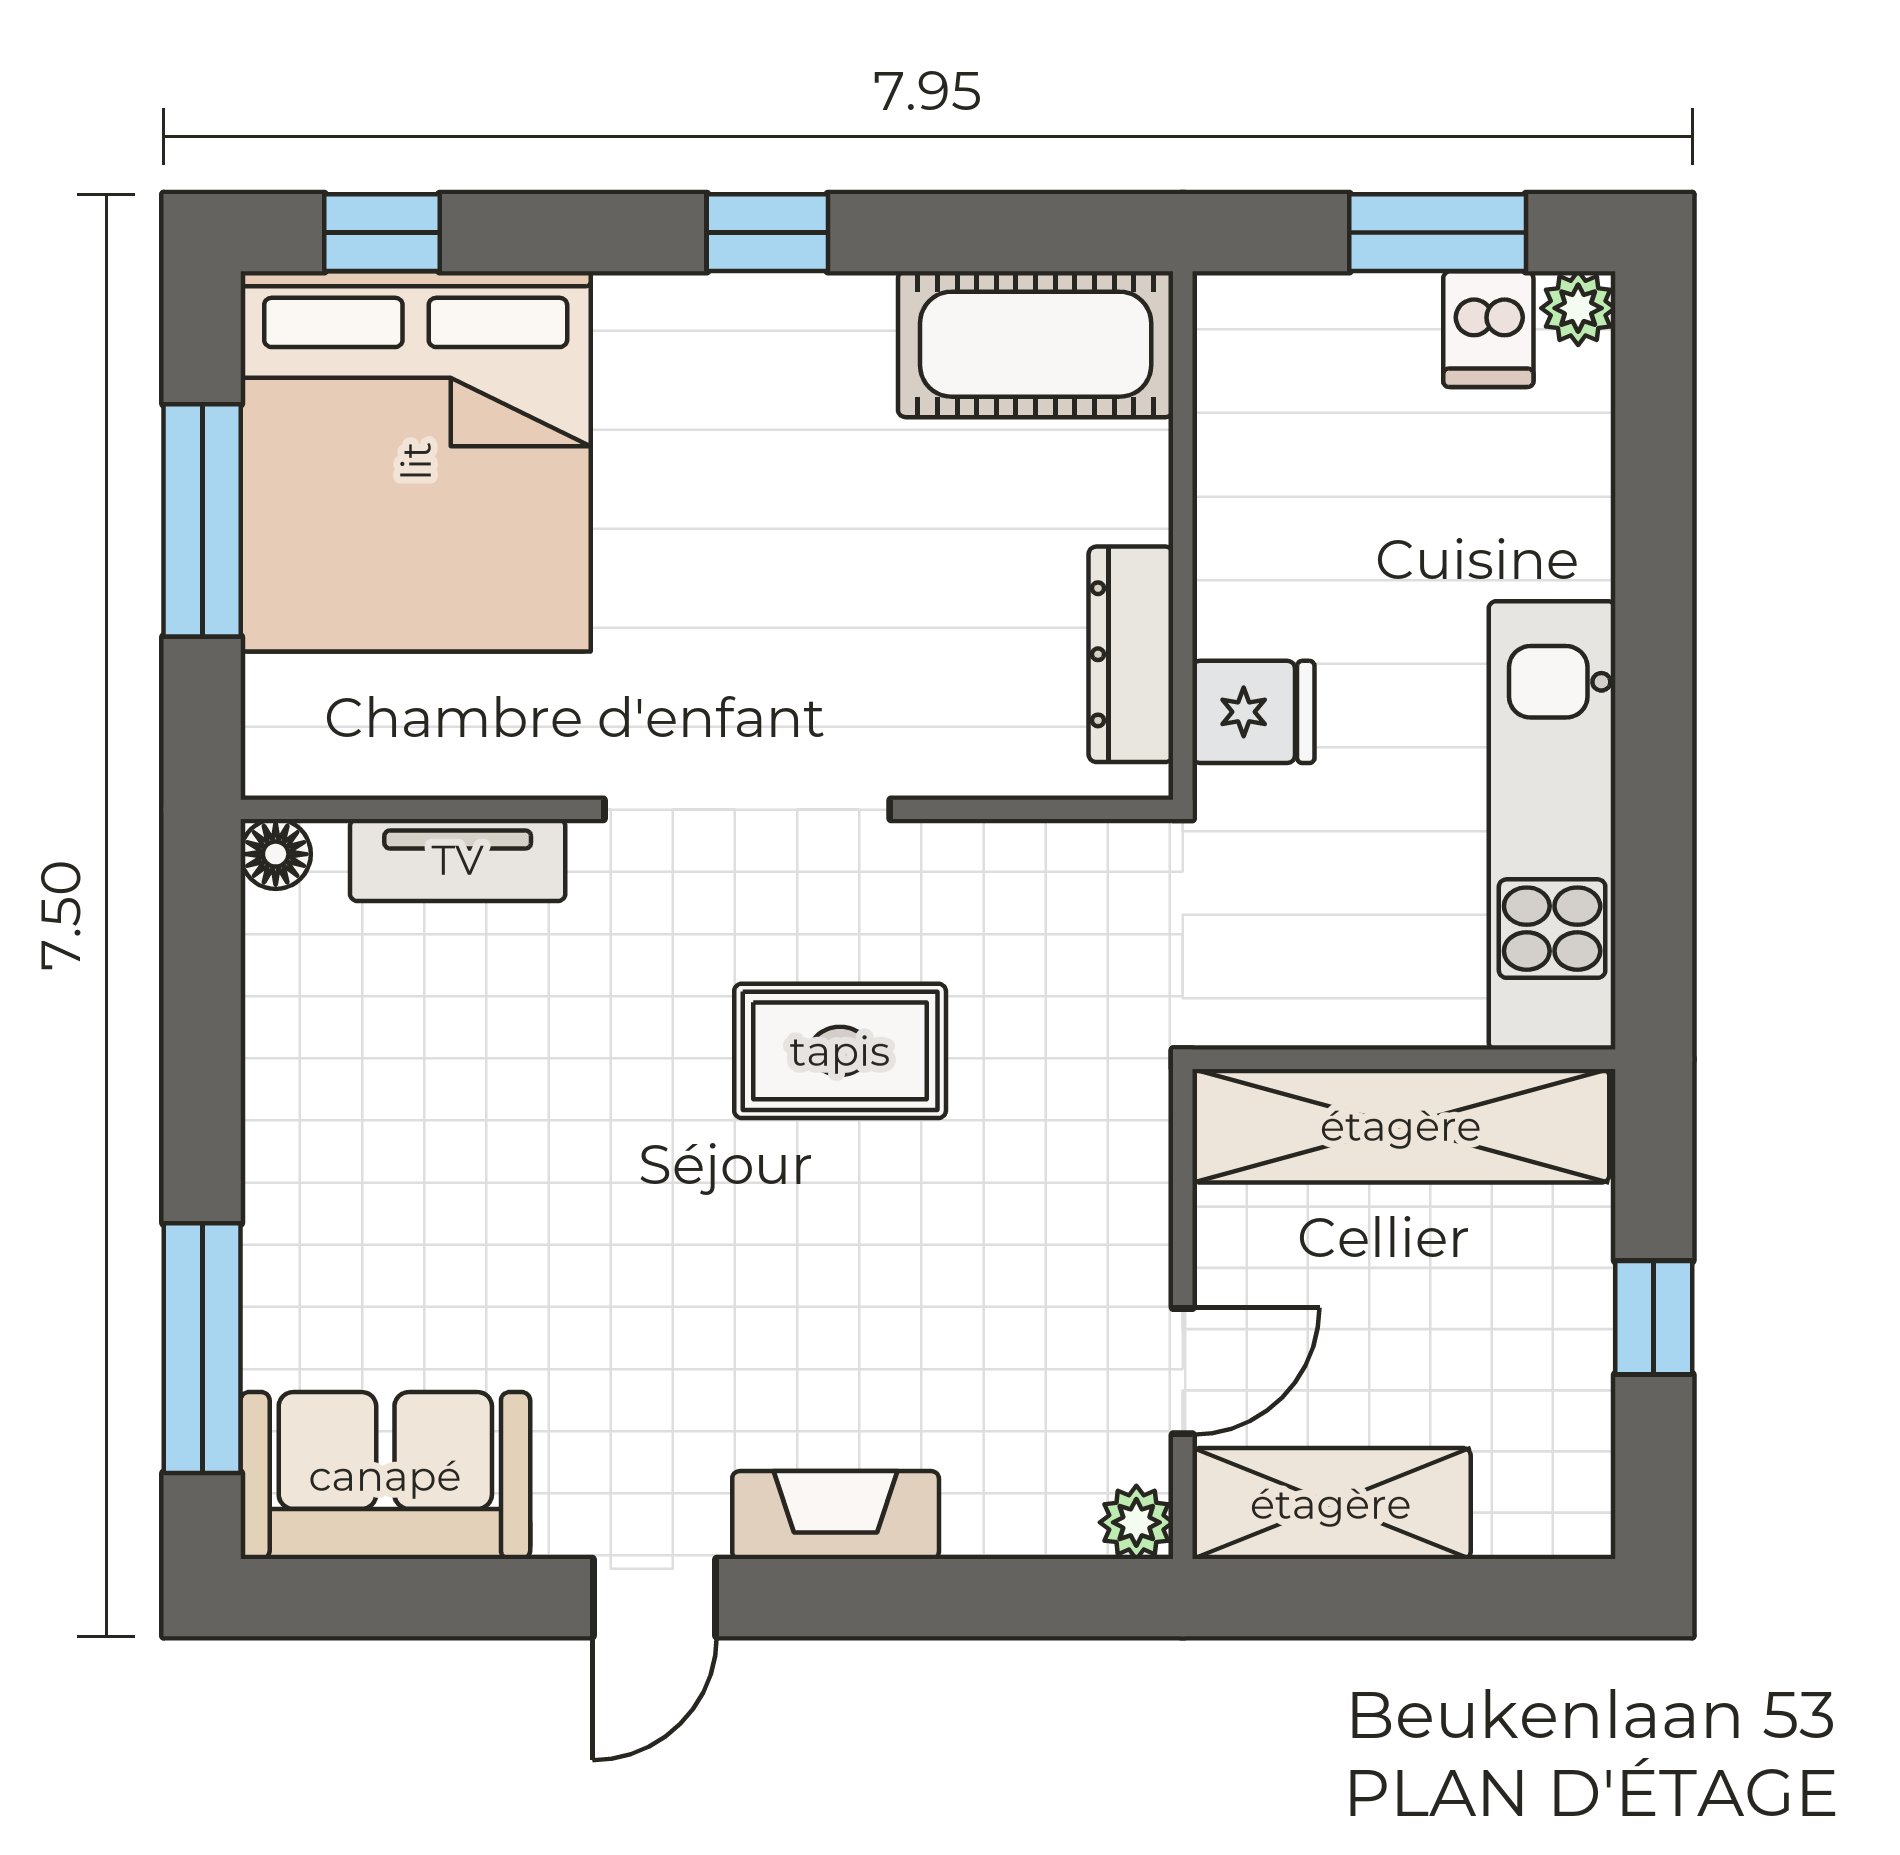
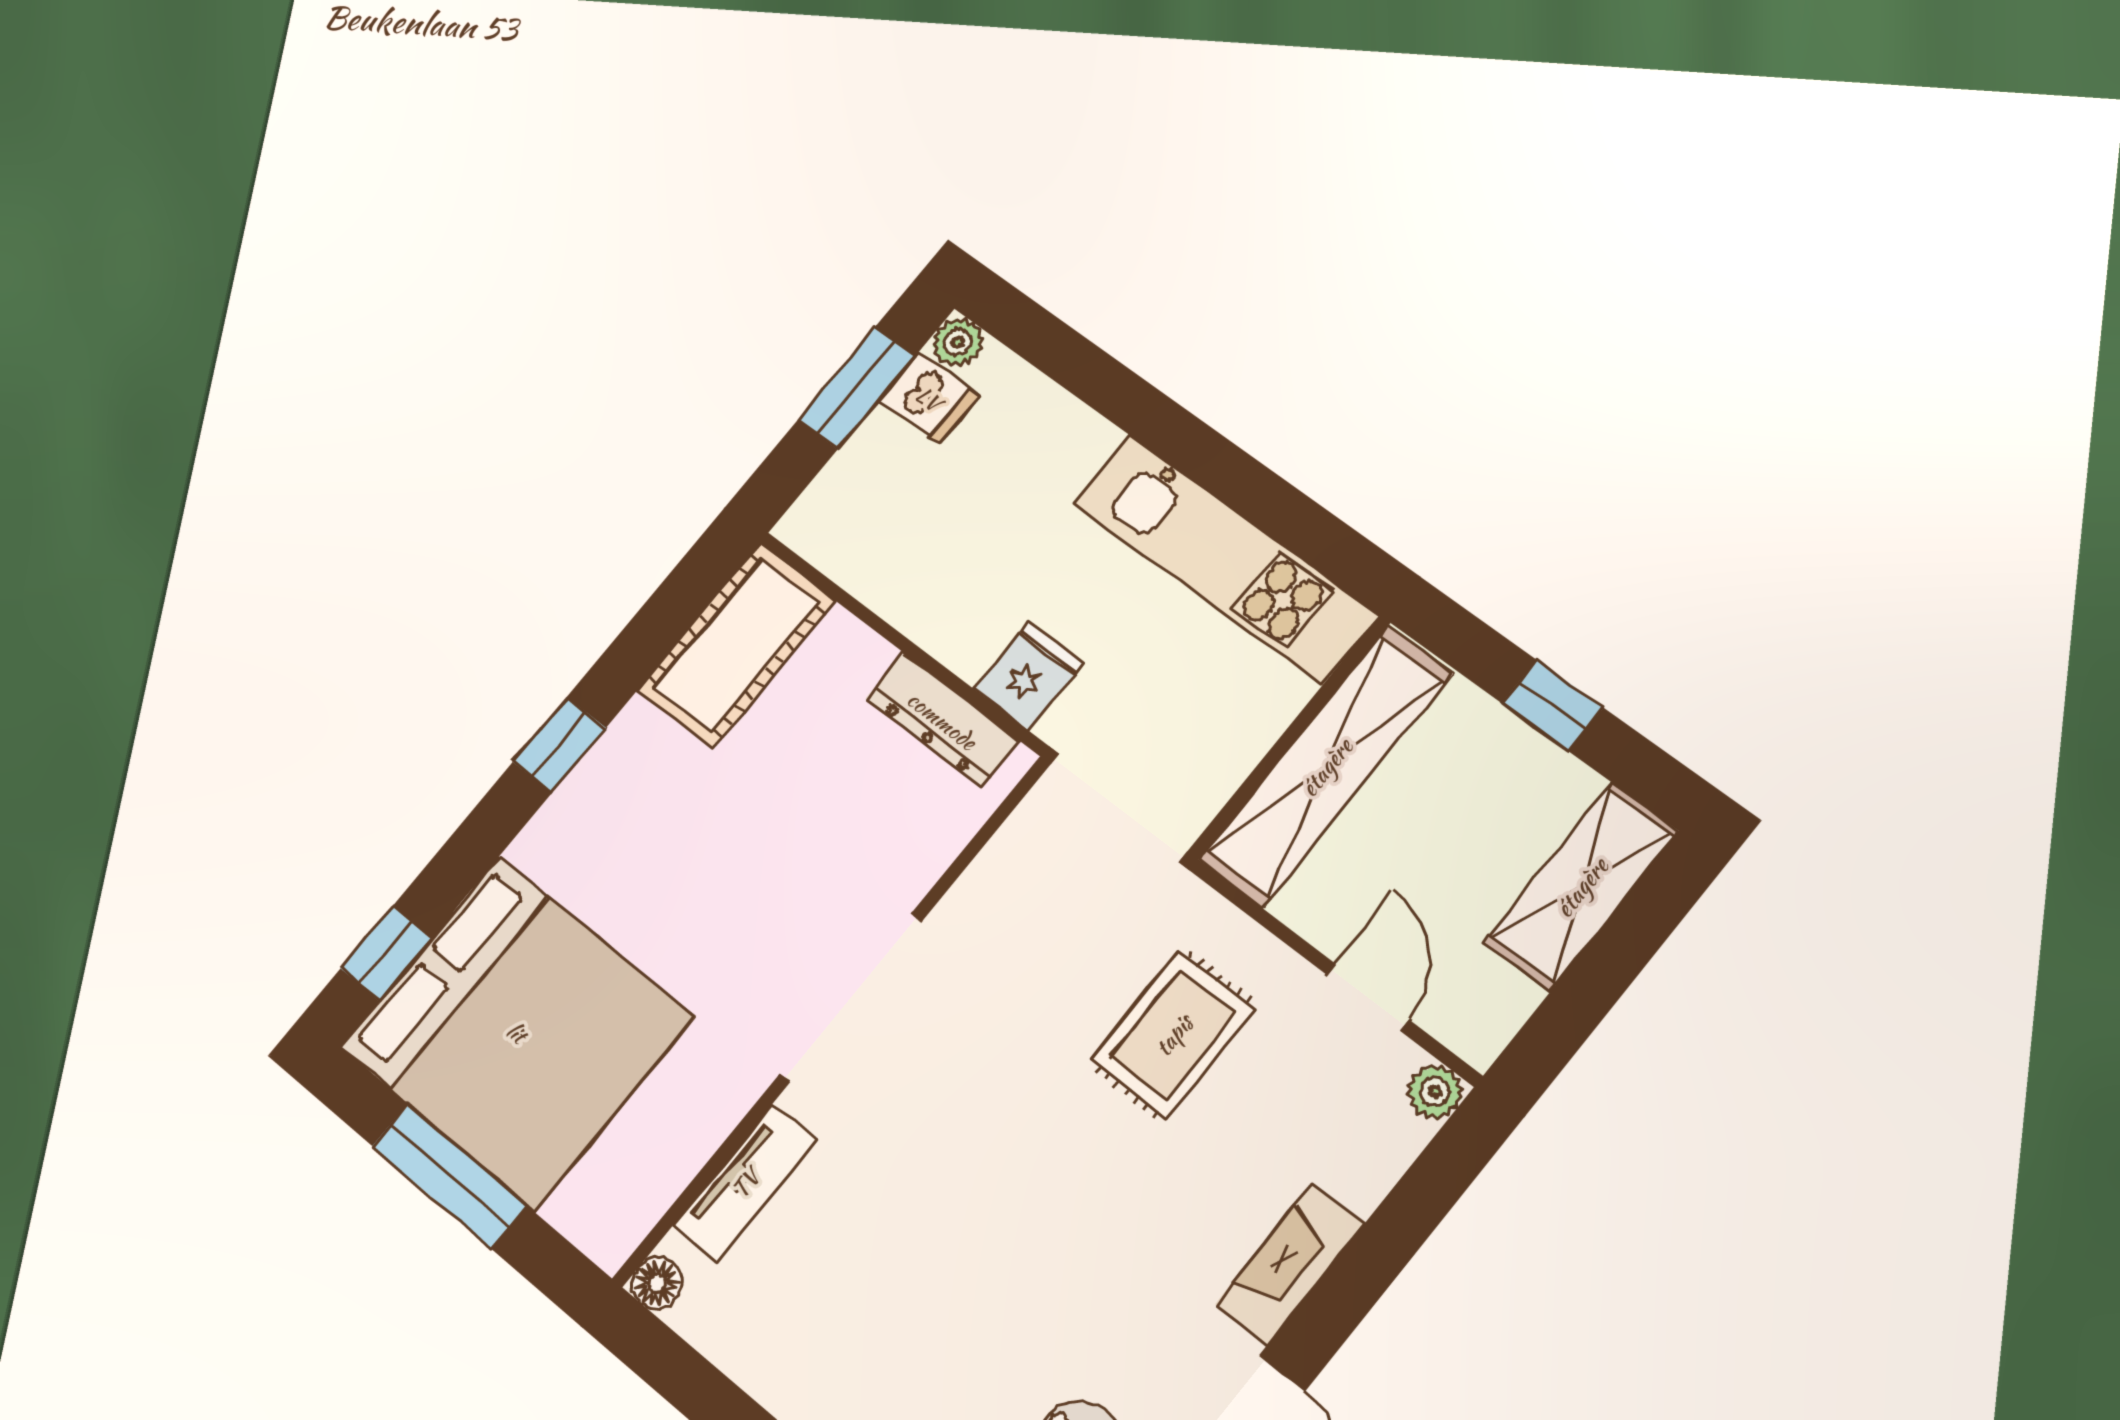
rug: (840, 1051) -> (1173, 1035), moved
shelving: (1331, 1504) -> (1581, 887), moved

